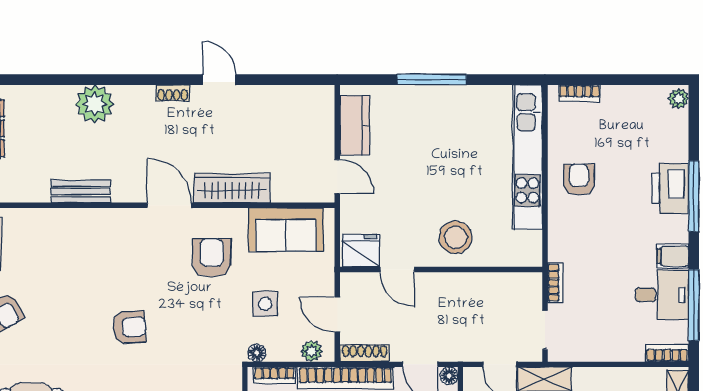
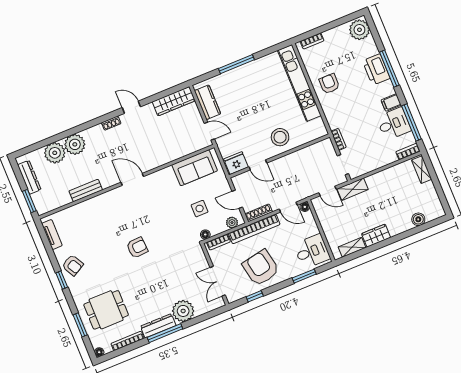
plant: (678, 99) -> (359, 30), width x1.88, depth x1.88
plant: (54, 104) -> (55, 153), added
wardrobe: (232, 188) -> (174, 101), moved, turned 180
armchair: (212, 258) -> (164, 197), removed

